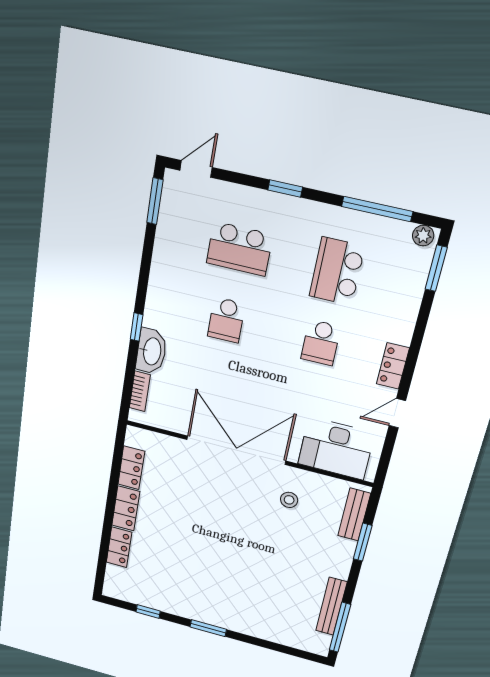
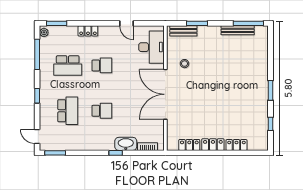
locker: (393, 366) -> (88, 31), moved

